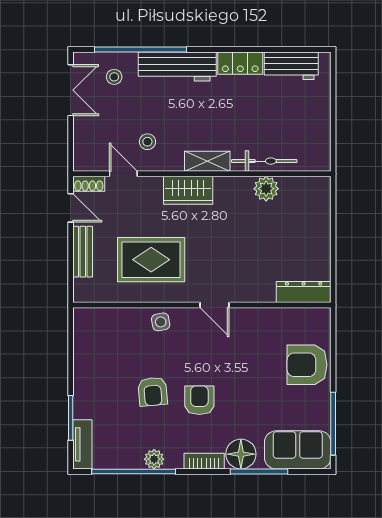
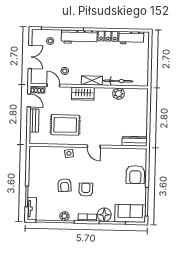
double door: (71, 90) -> (30, 57), moved
armchair: (307, 365) -> (135, 175), turned -90

